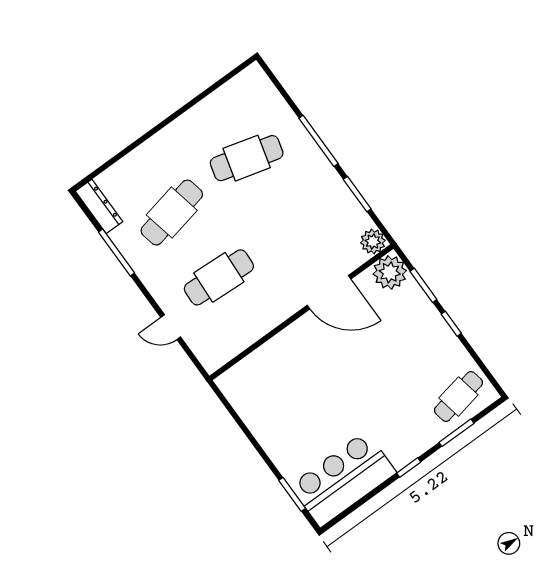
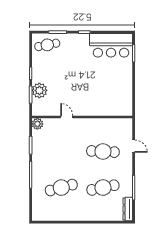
cafe table: (247, 158) -> (61, 188), turned -30
plant: (390, 272) -> (39, 90), moved
door: (329, 292) -> (67, 117), width x0.53

